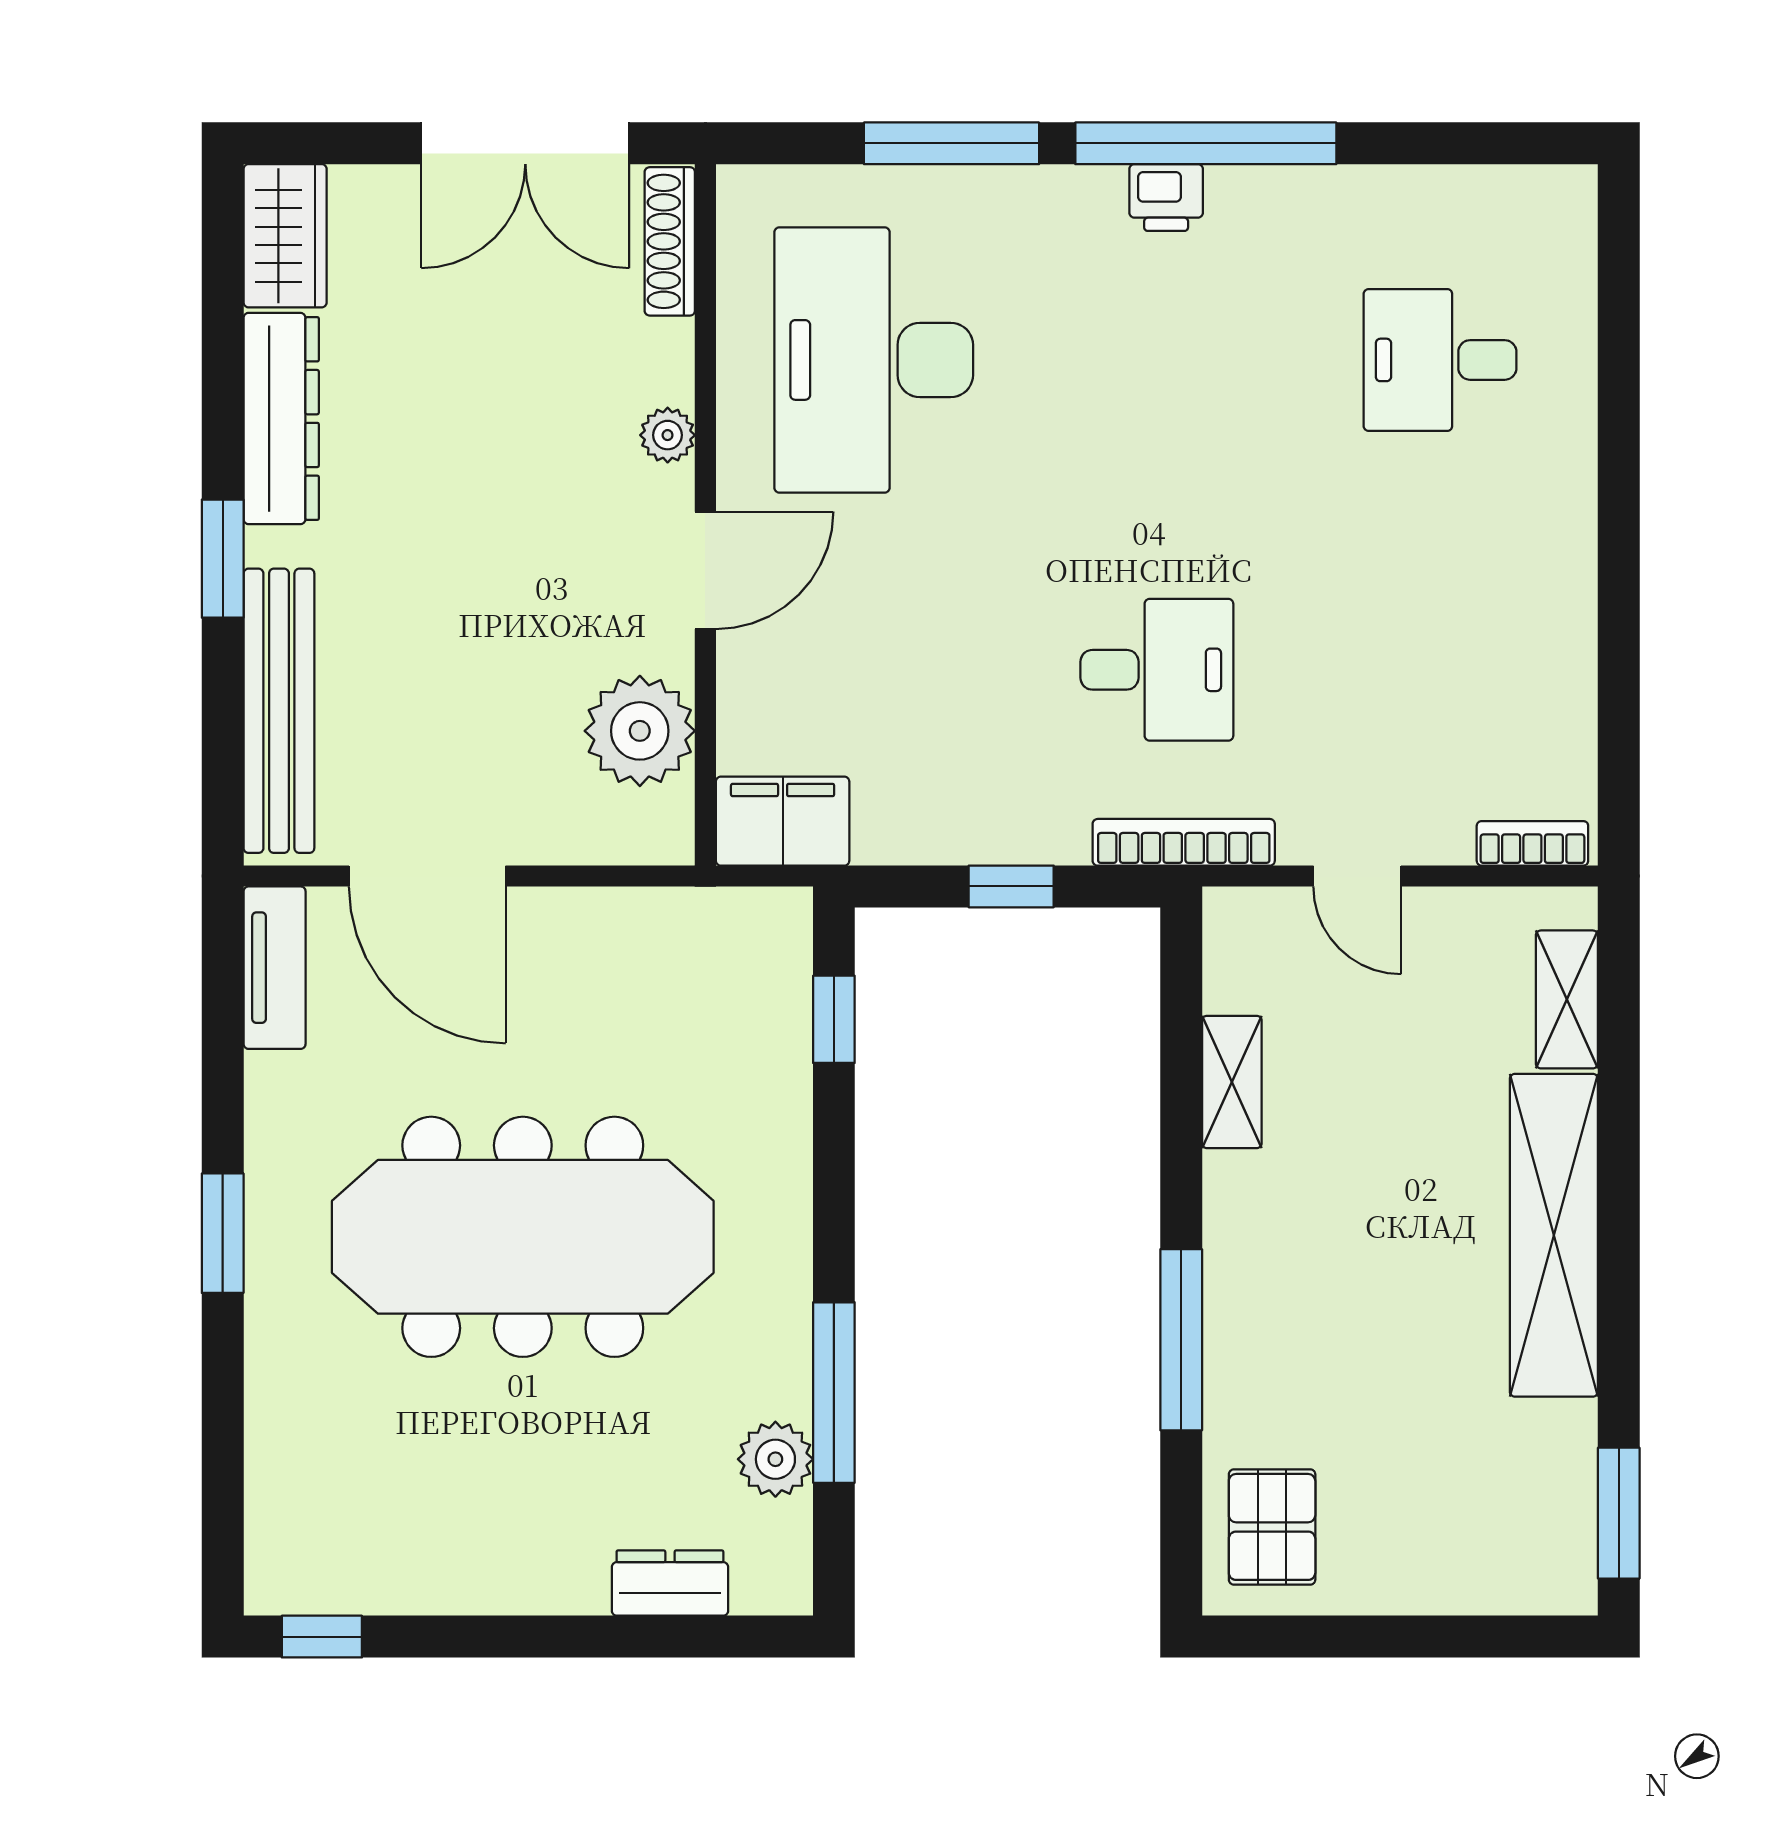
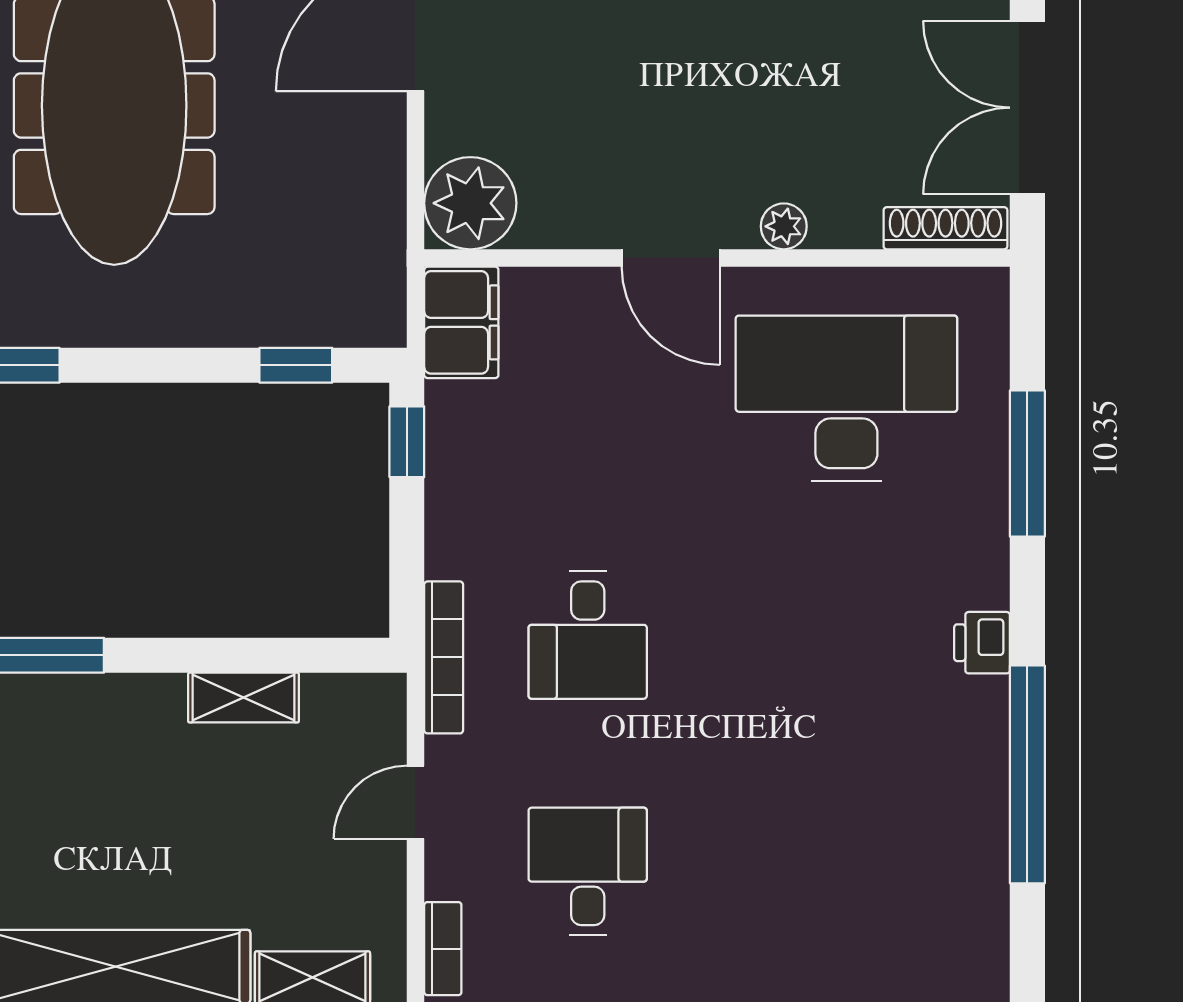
window: (1206, 143) -> (1027, 774), moved
desk: (1440, 360) -> (588, 871), moved
plant: (640, 731) -> (470, 203), moved
window: (1011, 886) -> (407, 442), moved

